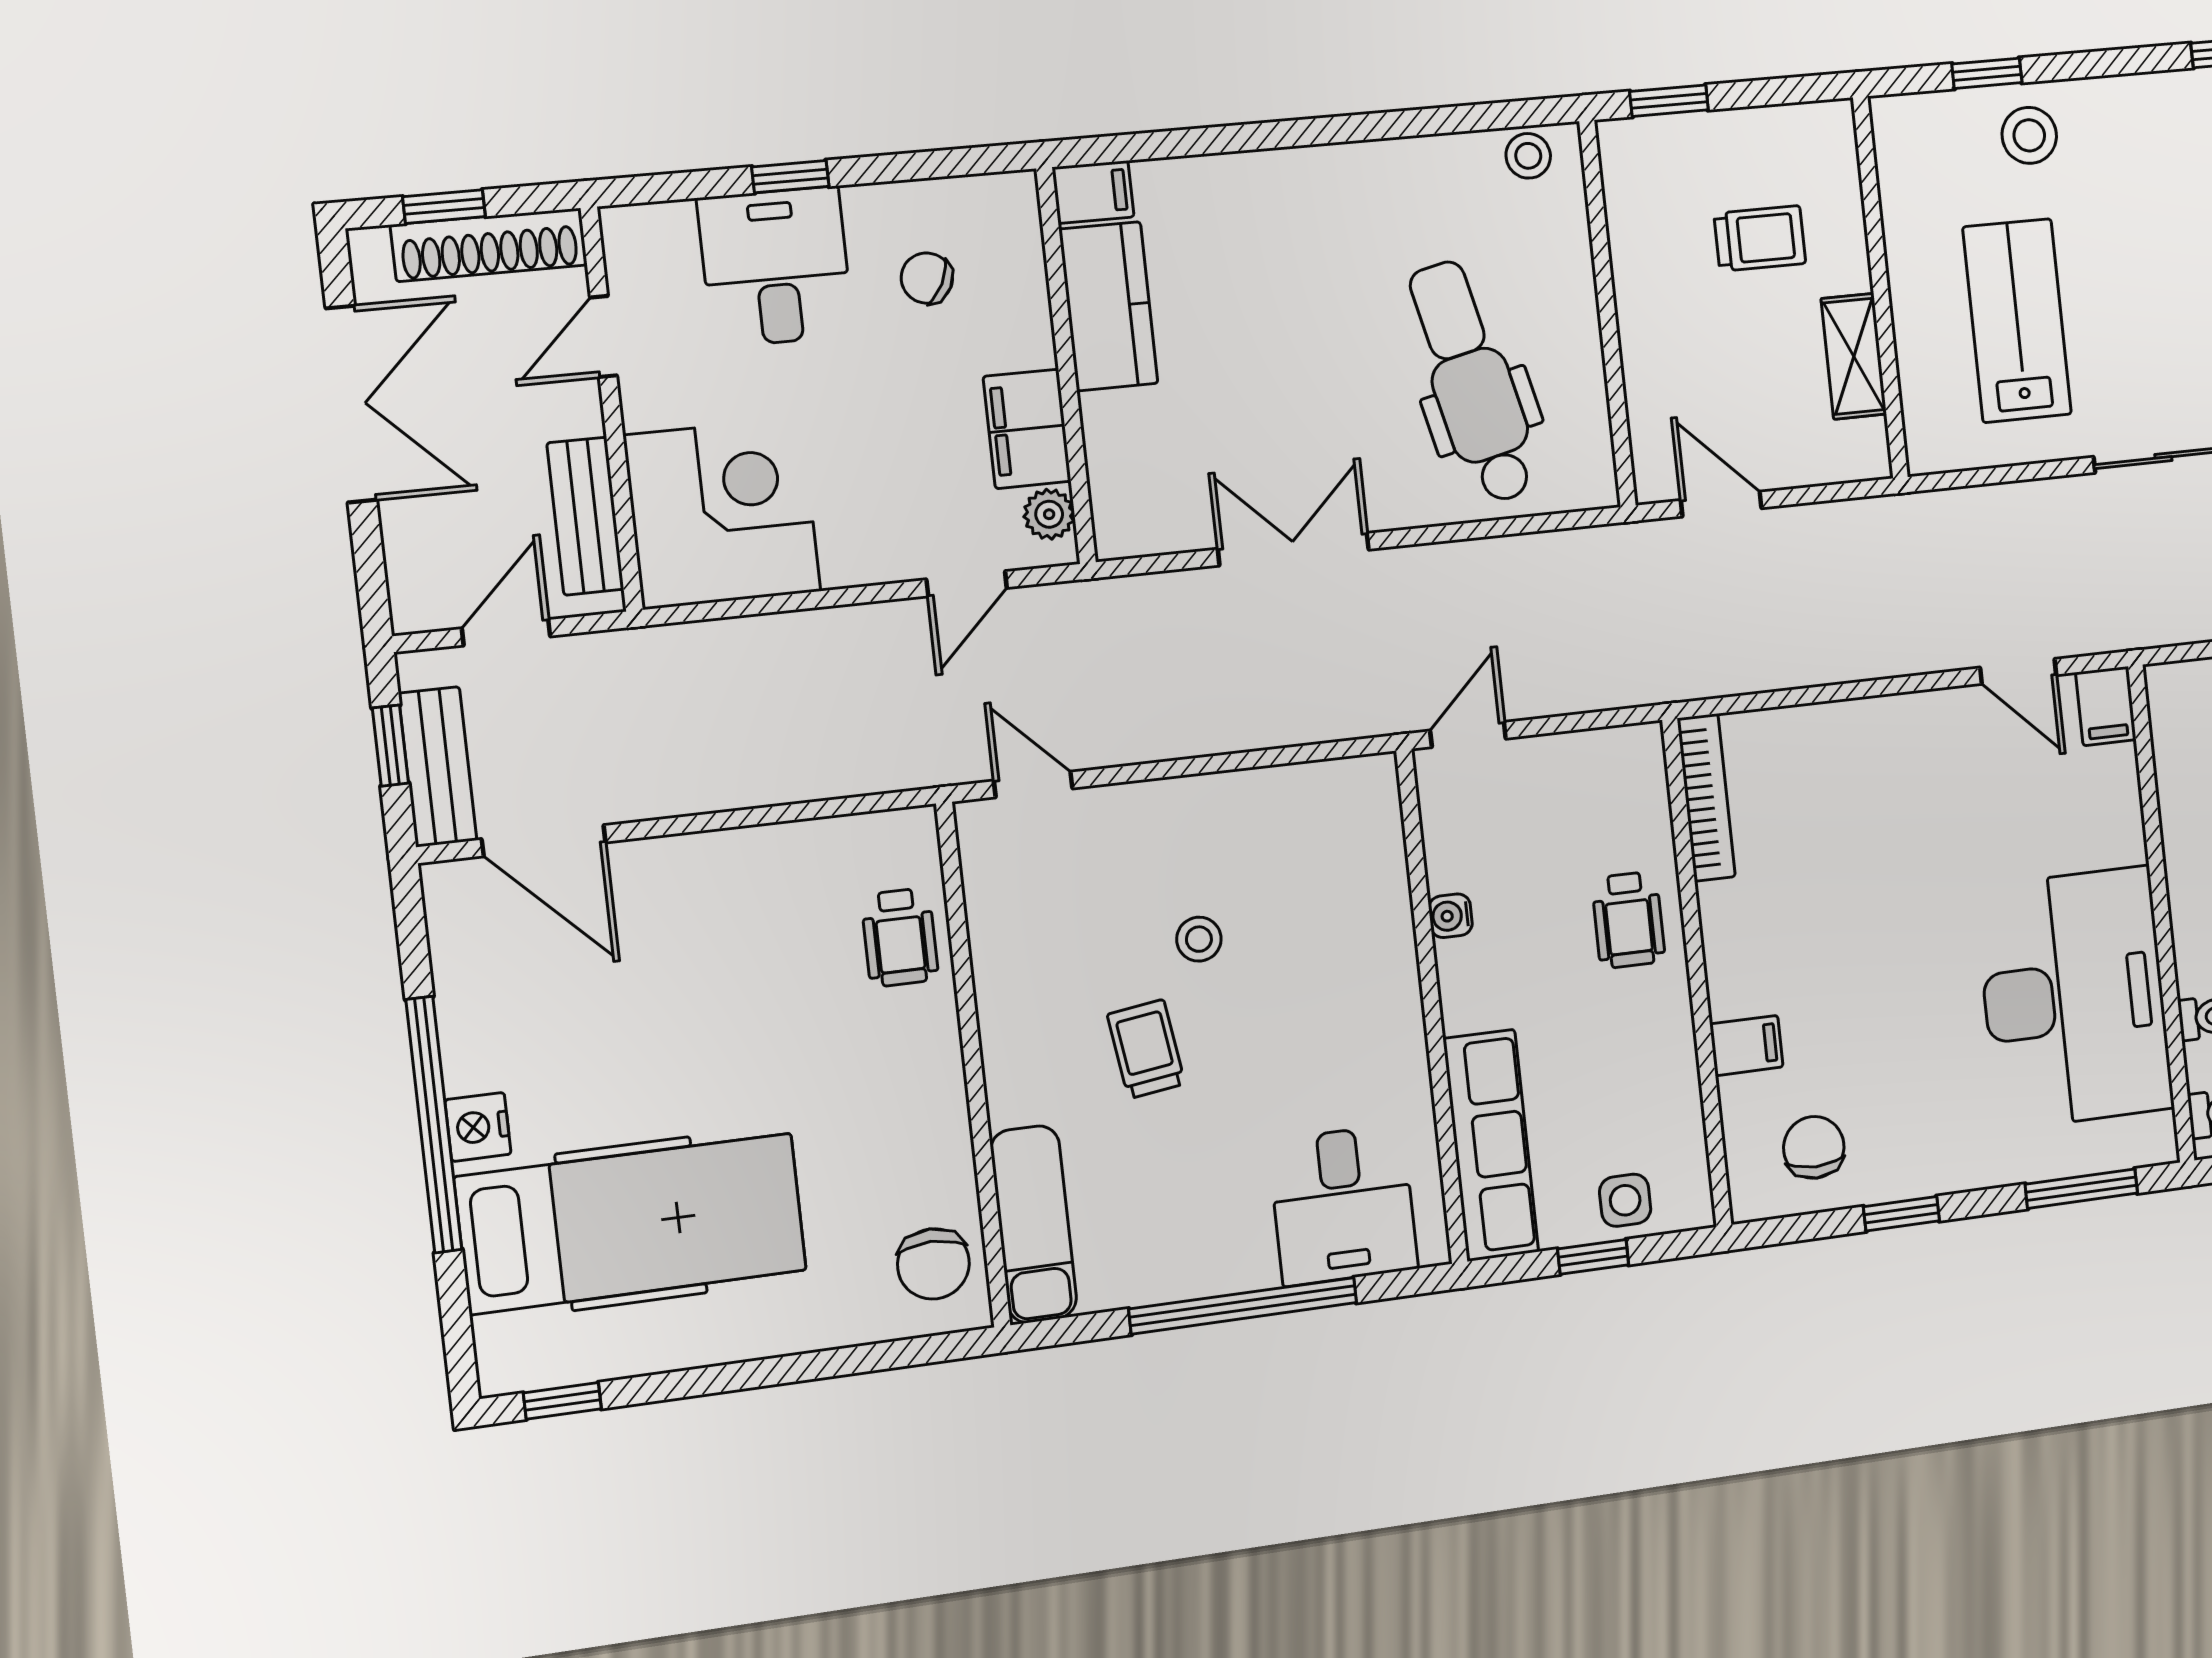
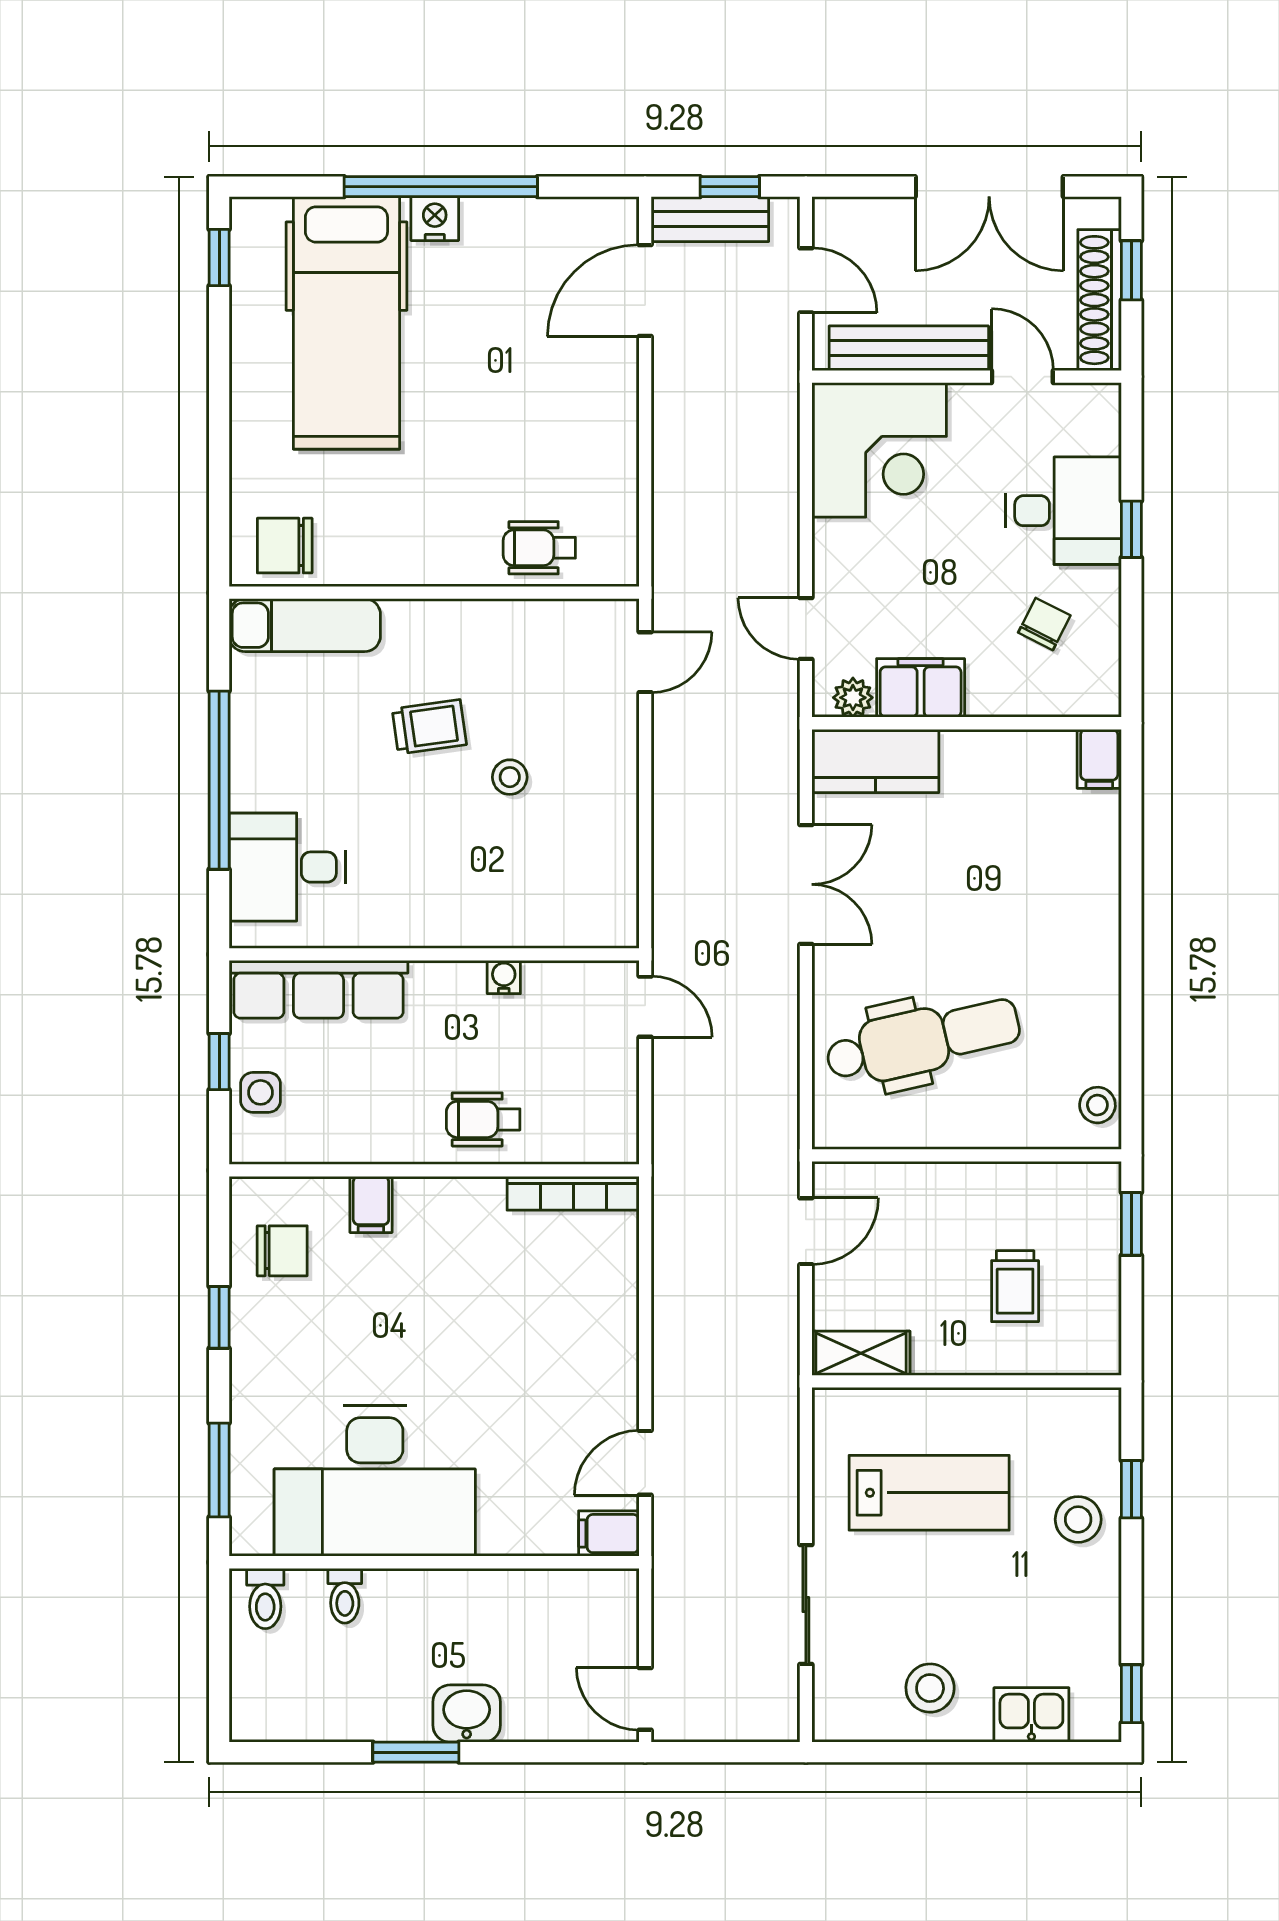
kitchen counter: (1108, 306) -> (875, 761), moved
shelving: (1854, 356) -> (861, 1353), moved
bench: (585, 516) -> (909, 348), width x1.36

